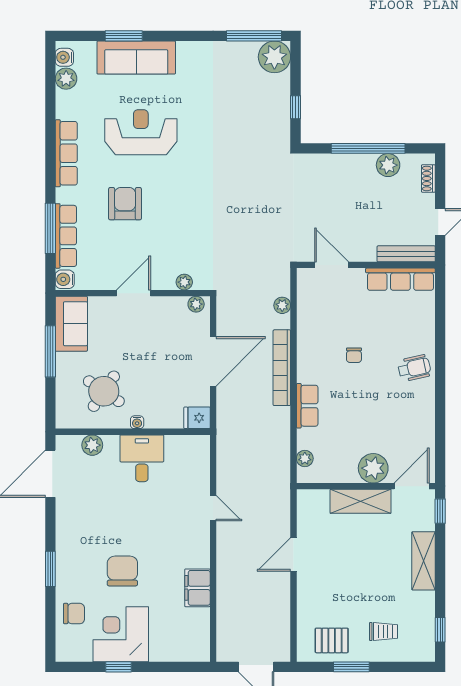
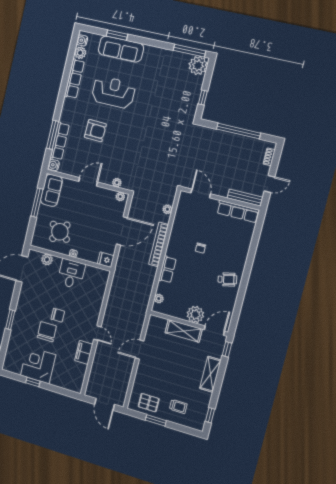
row of seats: (66, 153) -> (74, 79), moved
plant: (388, 165) -> (248, 143), removed
armchair: (125, 204) -> (95, 131), turned 92
wheelchair: (414, 368) -> (227, 279), moved
door: (213, 508) -> (97, 333), moved
chair: (74, 614) -> (58, 315), moved

